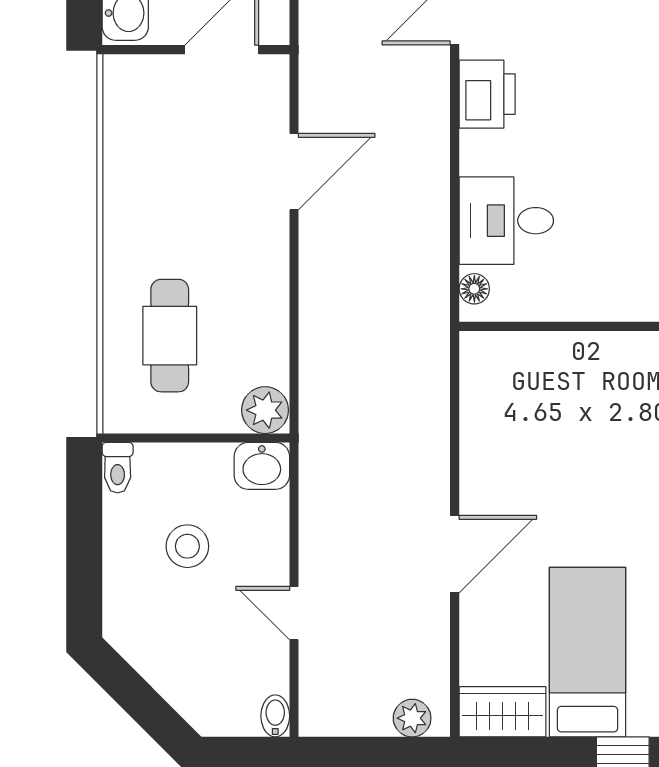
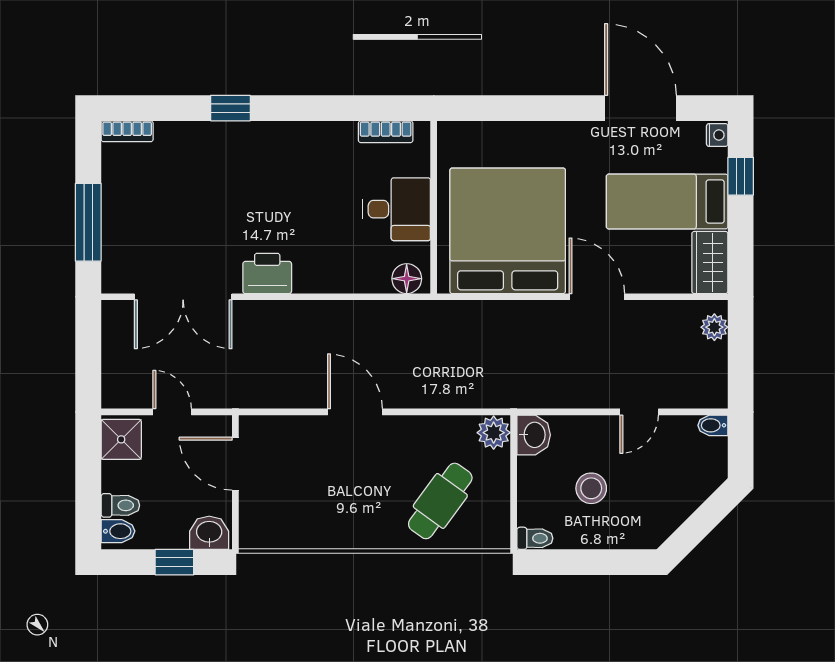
door: (294, 172) -> (355, 412), moved
desk: (506, 221) -> (397, 209), moved, turned -90
floor lamp: (474, 289) -> (407, 279), width x1.37, depth x1.37
cafe table: (170, 336) -> (440, 501), turned -54
bed: (547, 430) -> (508, 231), added

